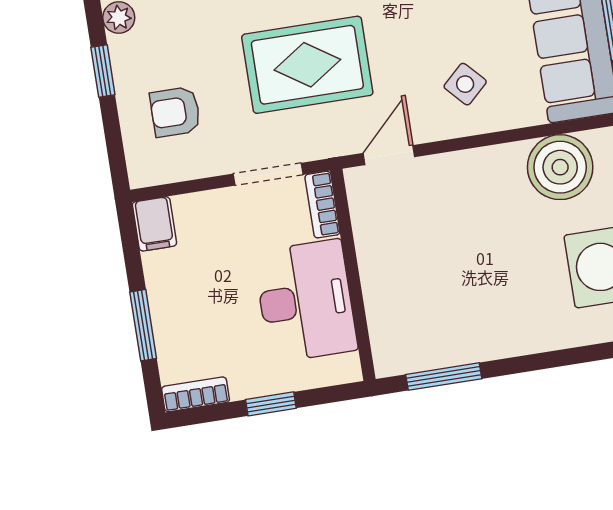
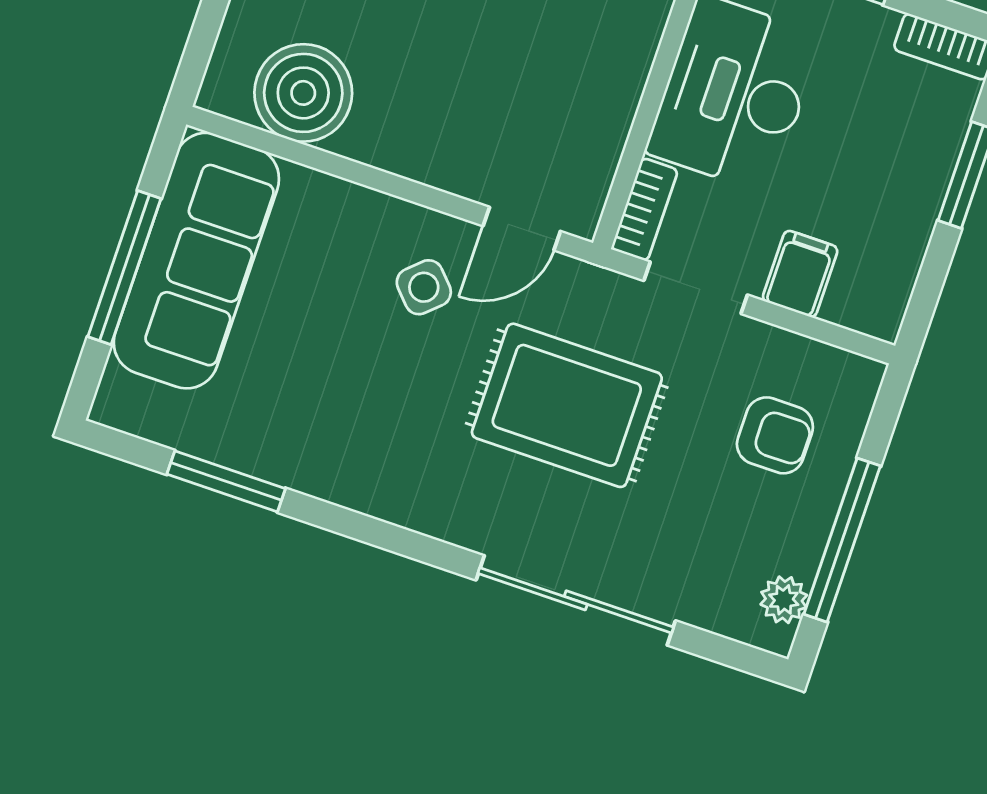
window: (103, 71) -> (842, 540), width x2.17
side table: (465, 84) -> (424, 287), moved
filing cabinet: (154, 224) -> (800, 274), moved

